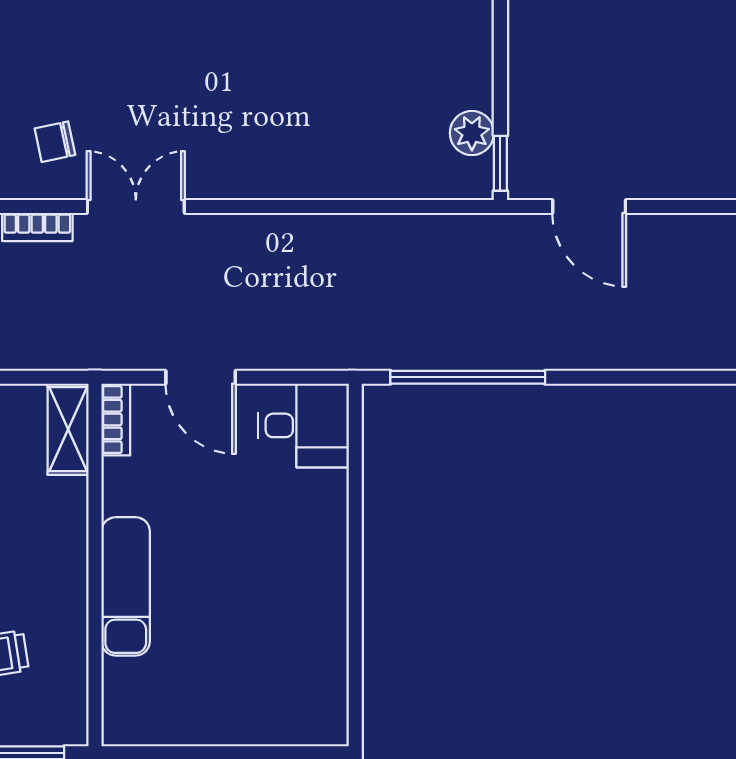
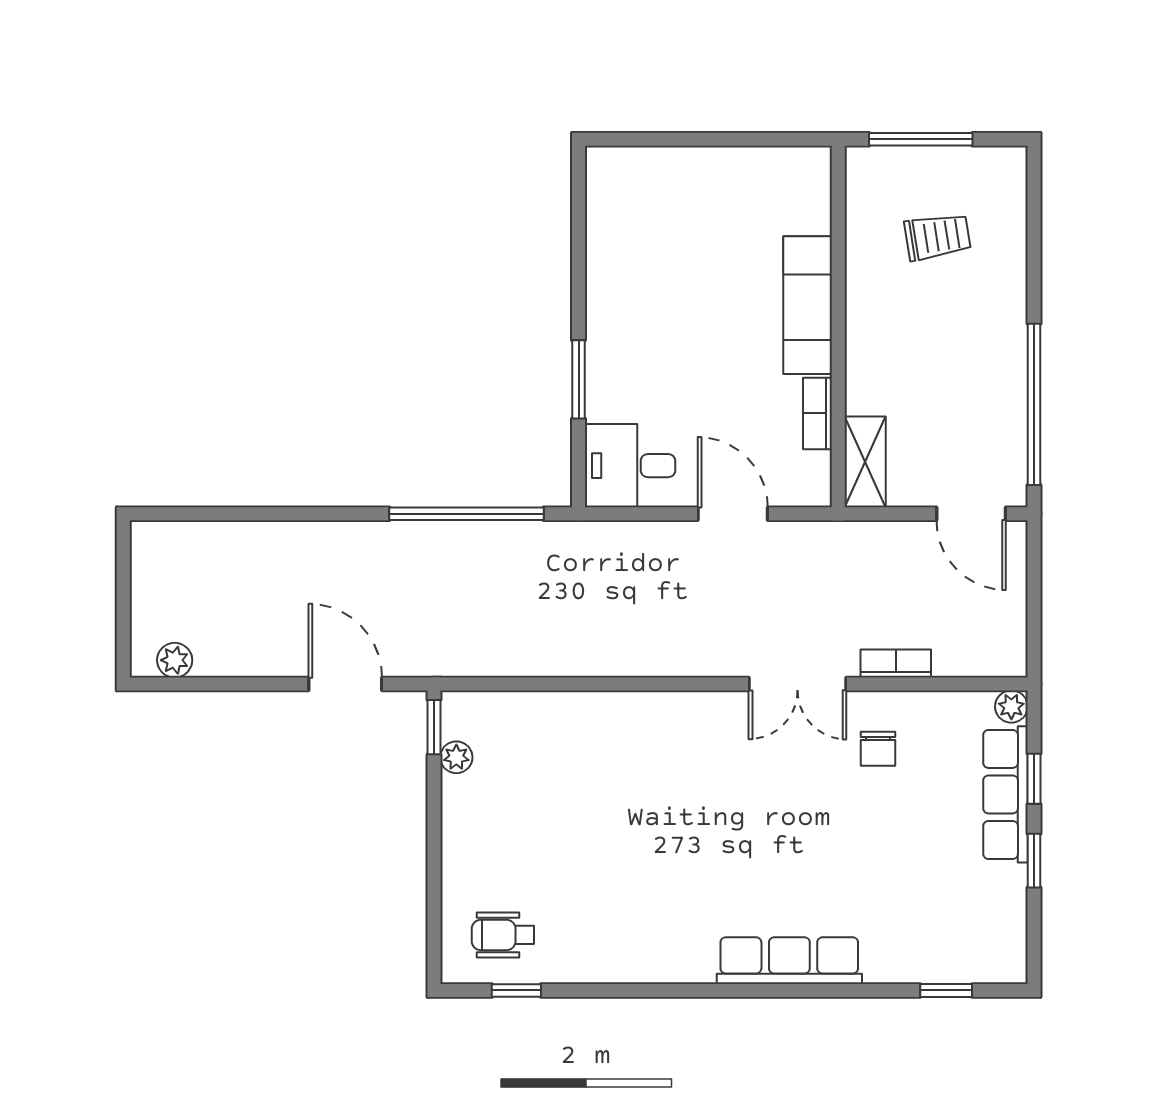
plant: (472, 133) -> (456, 757), width x0.73, depth x0.73
chair: (55, 142) -> (878, 749), turned 102
bookcase: (116, 420) -> (817, 413), moved
window: (355, 512) -> (579, 379), added

